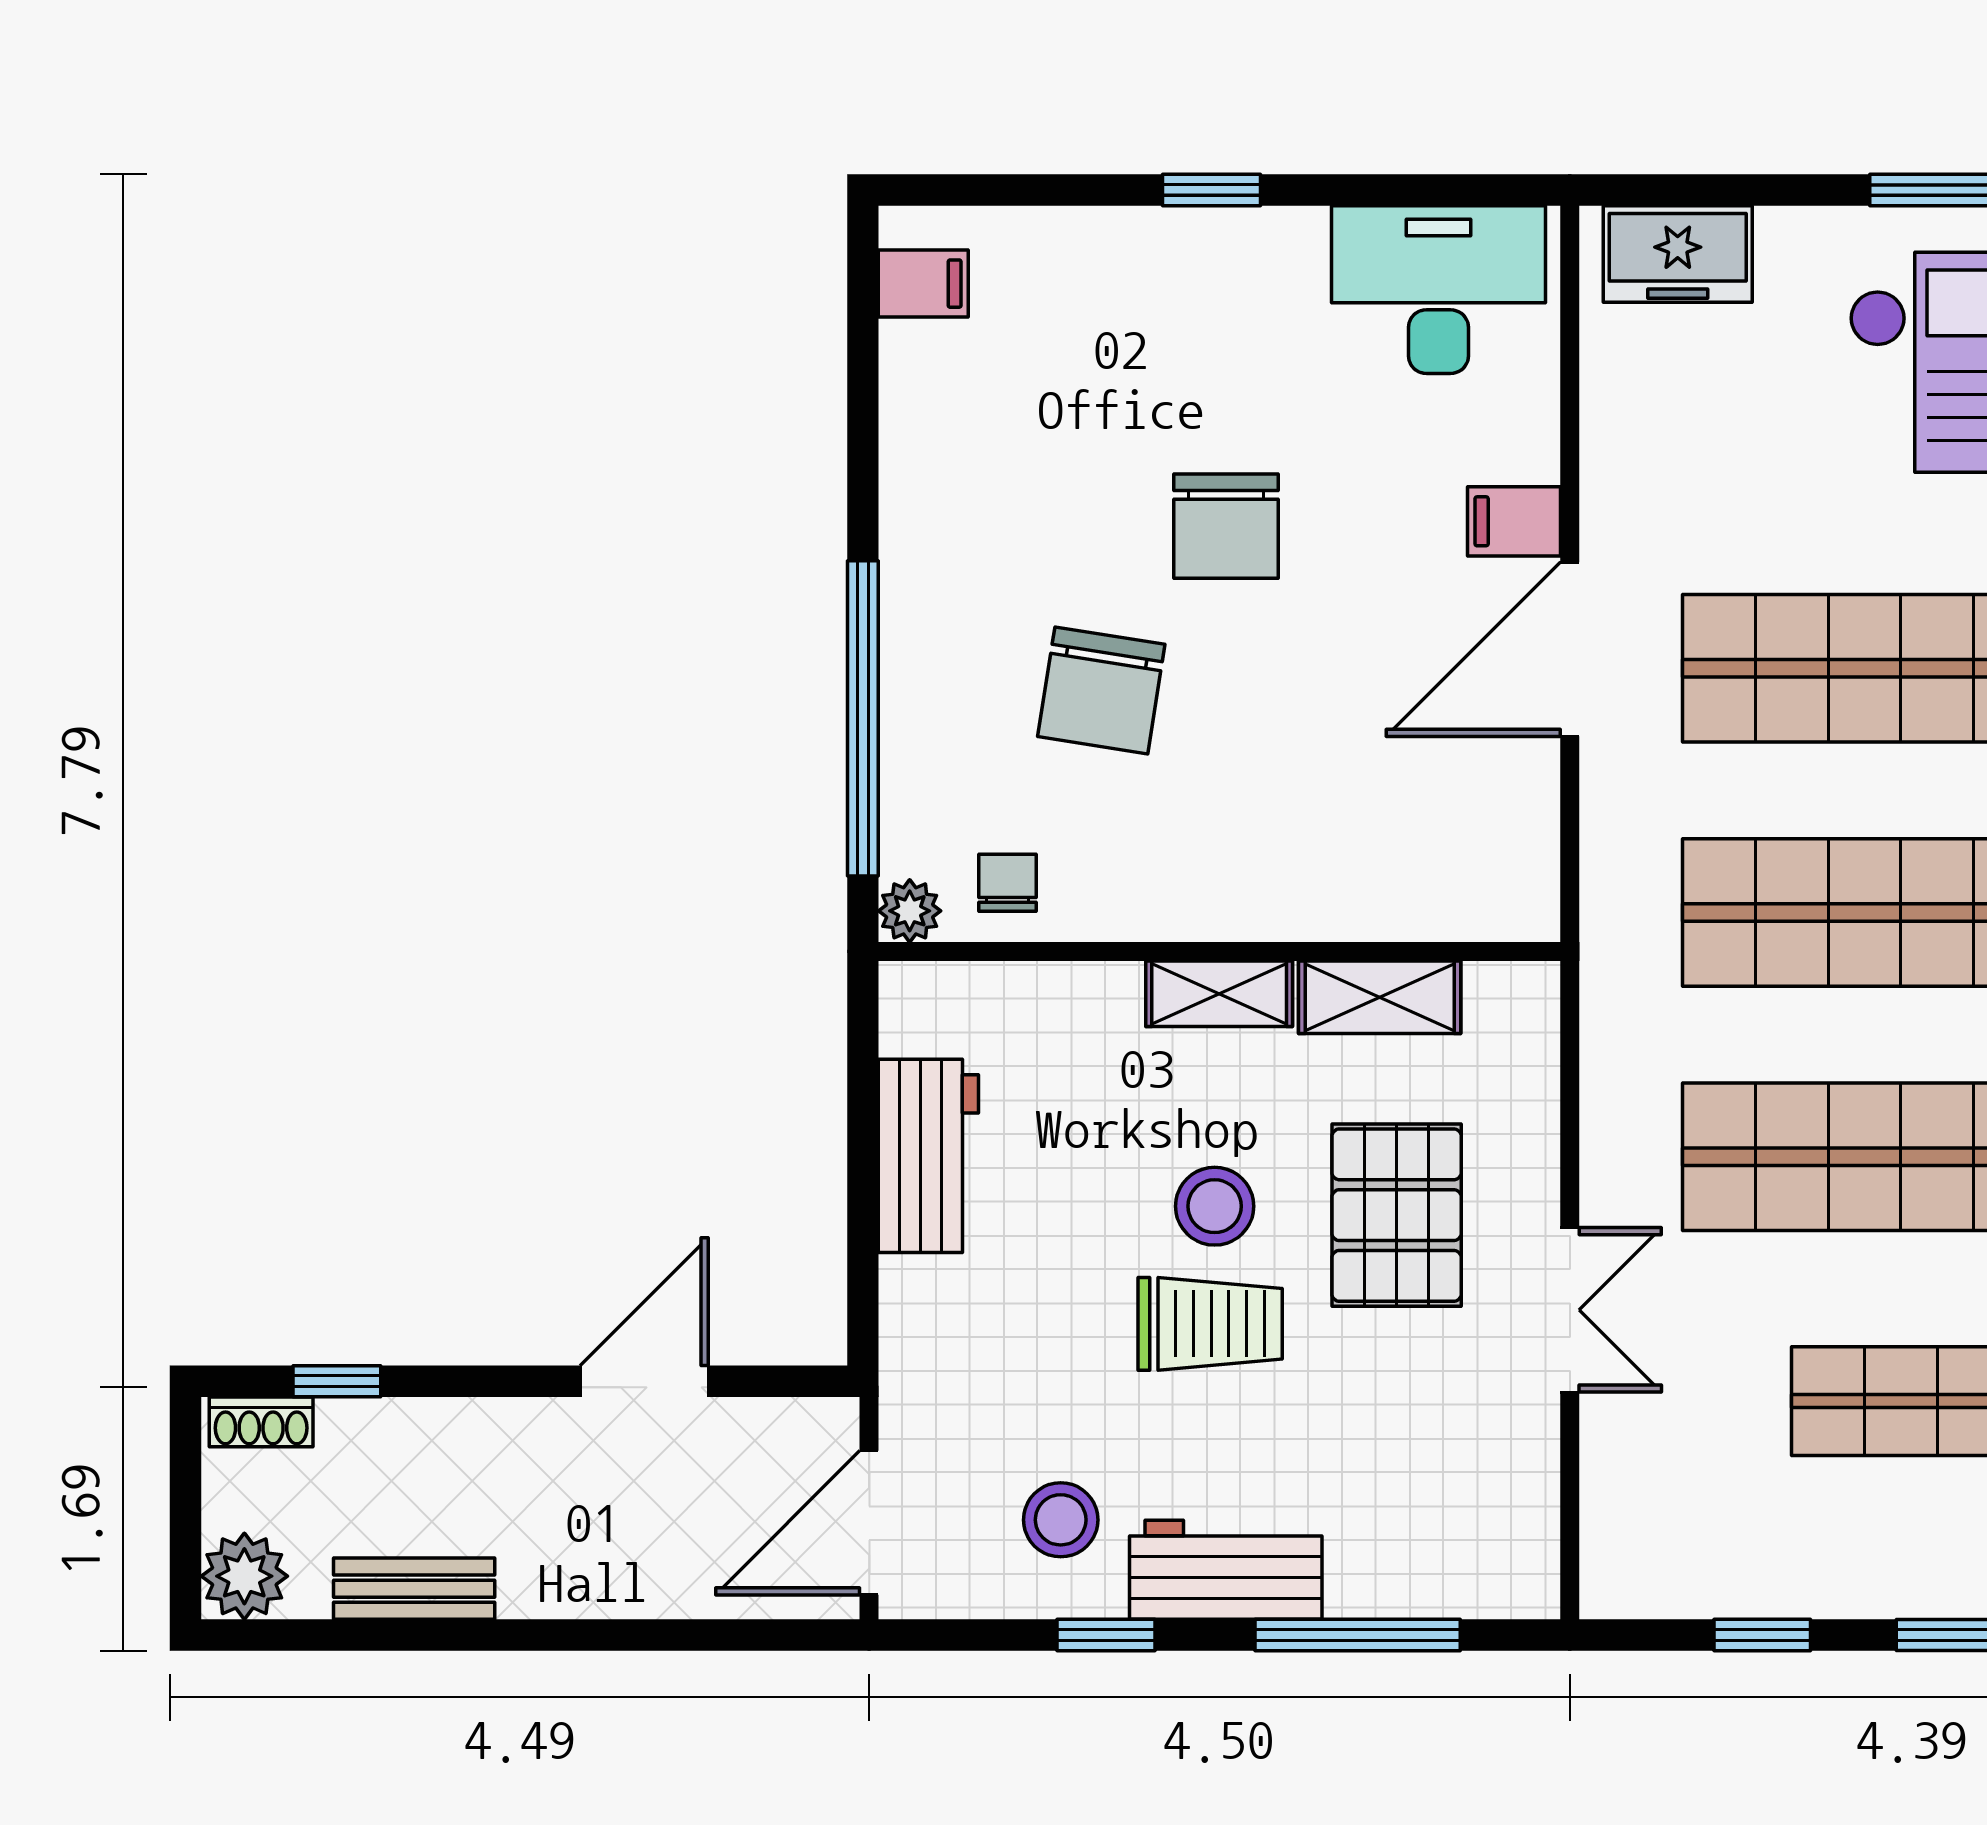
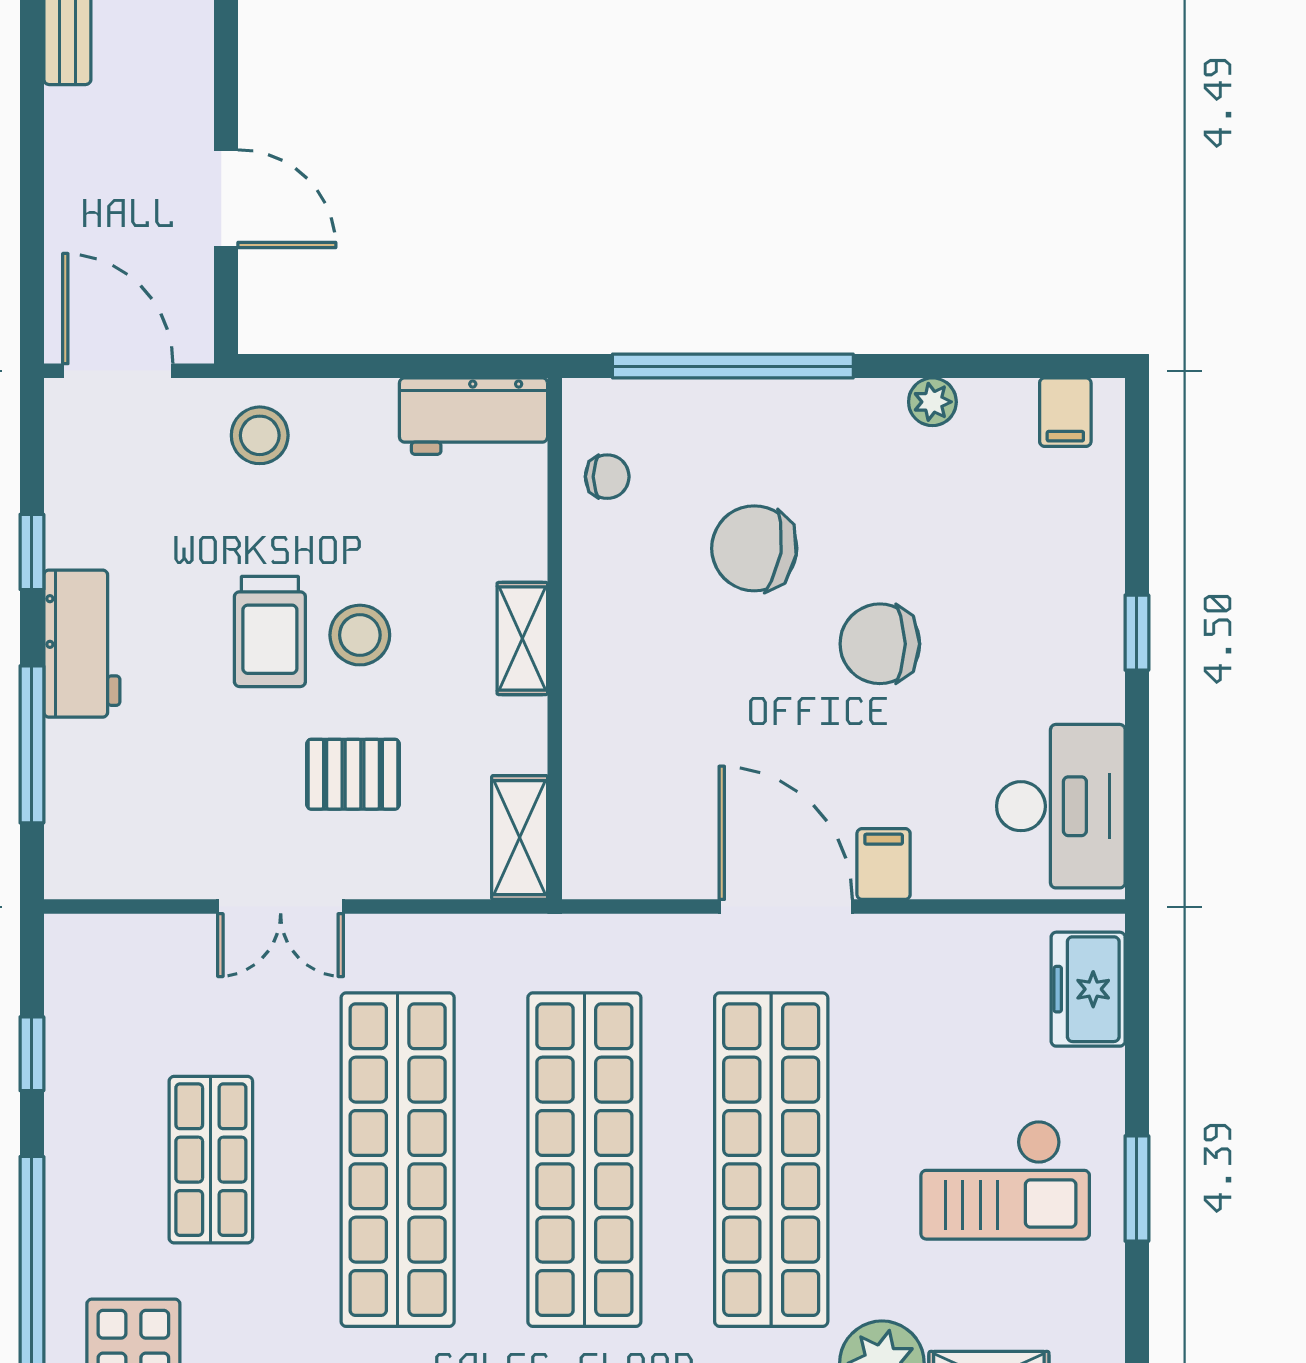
plant: (910, 911) -> (932, 402), moved
shelving: (1380, 997) -> (520, 838), moved
workbench: (928, 1156) -> (473, 416), moved
pallet: (1397, 1215) -> (353, 774), width x0.67, depth x0.71
stool: (1061, 1520) -> (260, 435), moved

